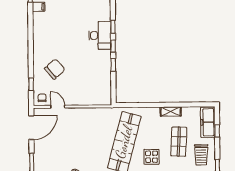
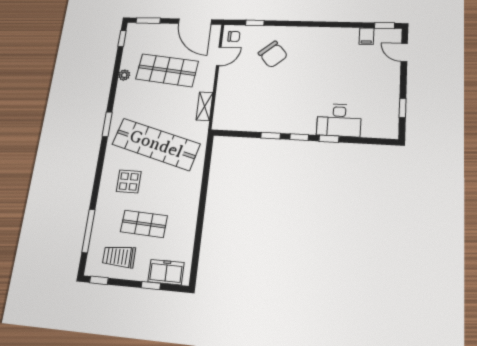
desk: (100, 35) -> (339, 120), moved
shelving: (171, 111) -> (204, 106), moved
freezer: (208, 122) -> (166, 272), width x0.71
shop shelf: (70, 143) -> (167, 70), added

